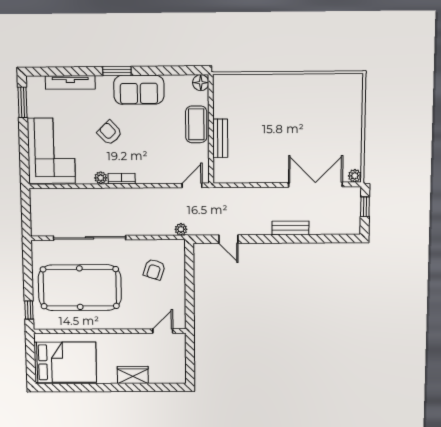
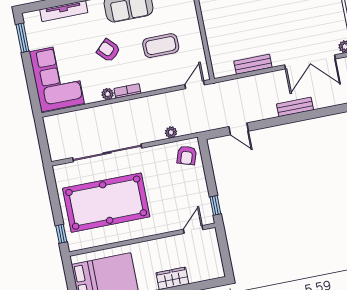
coffee table: (196, 124) -> (161, 46), moved, turned 90
bench: (220, 138) -> (253, 64), moved, turned 90
double door: (315, 185) -> (310, 62), swing flipped
plant: (181, 229) -> (171, 132), moved
armchair: (154, 269) -> (187, 155), moved
window: (190, 311) -> (215, 205), added

